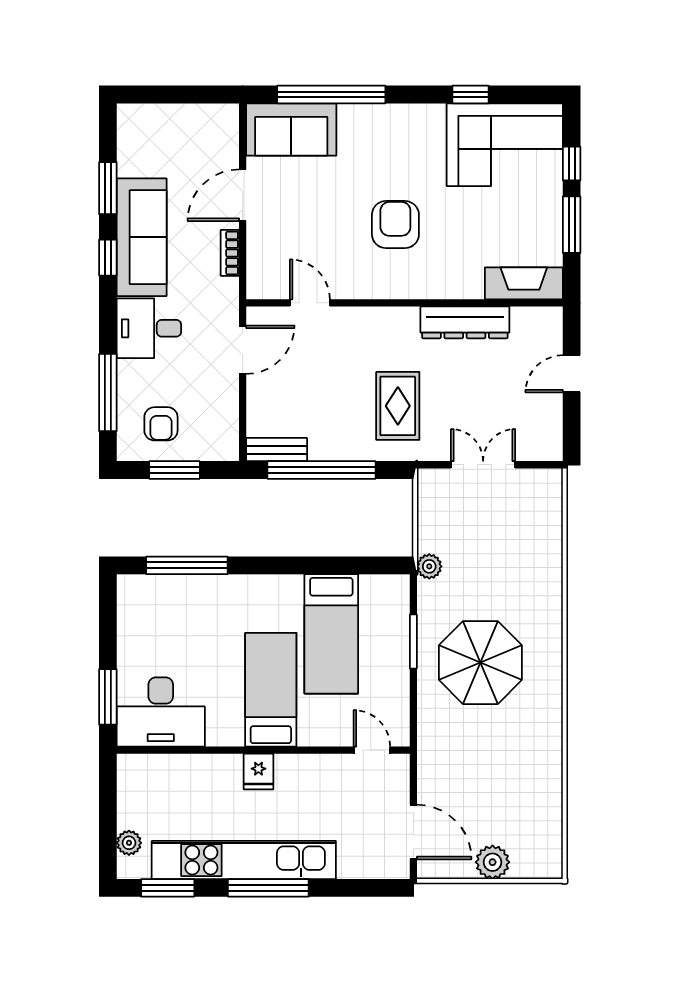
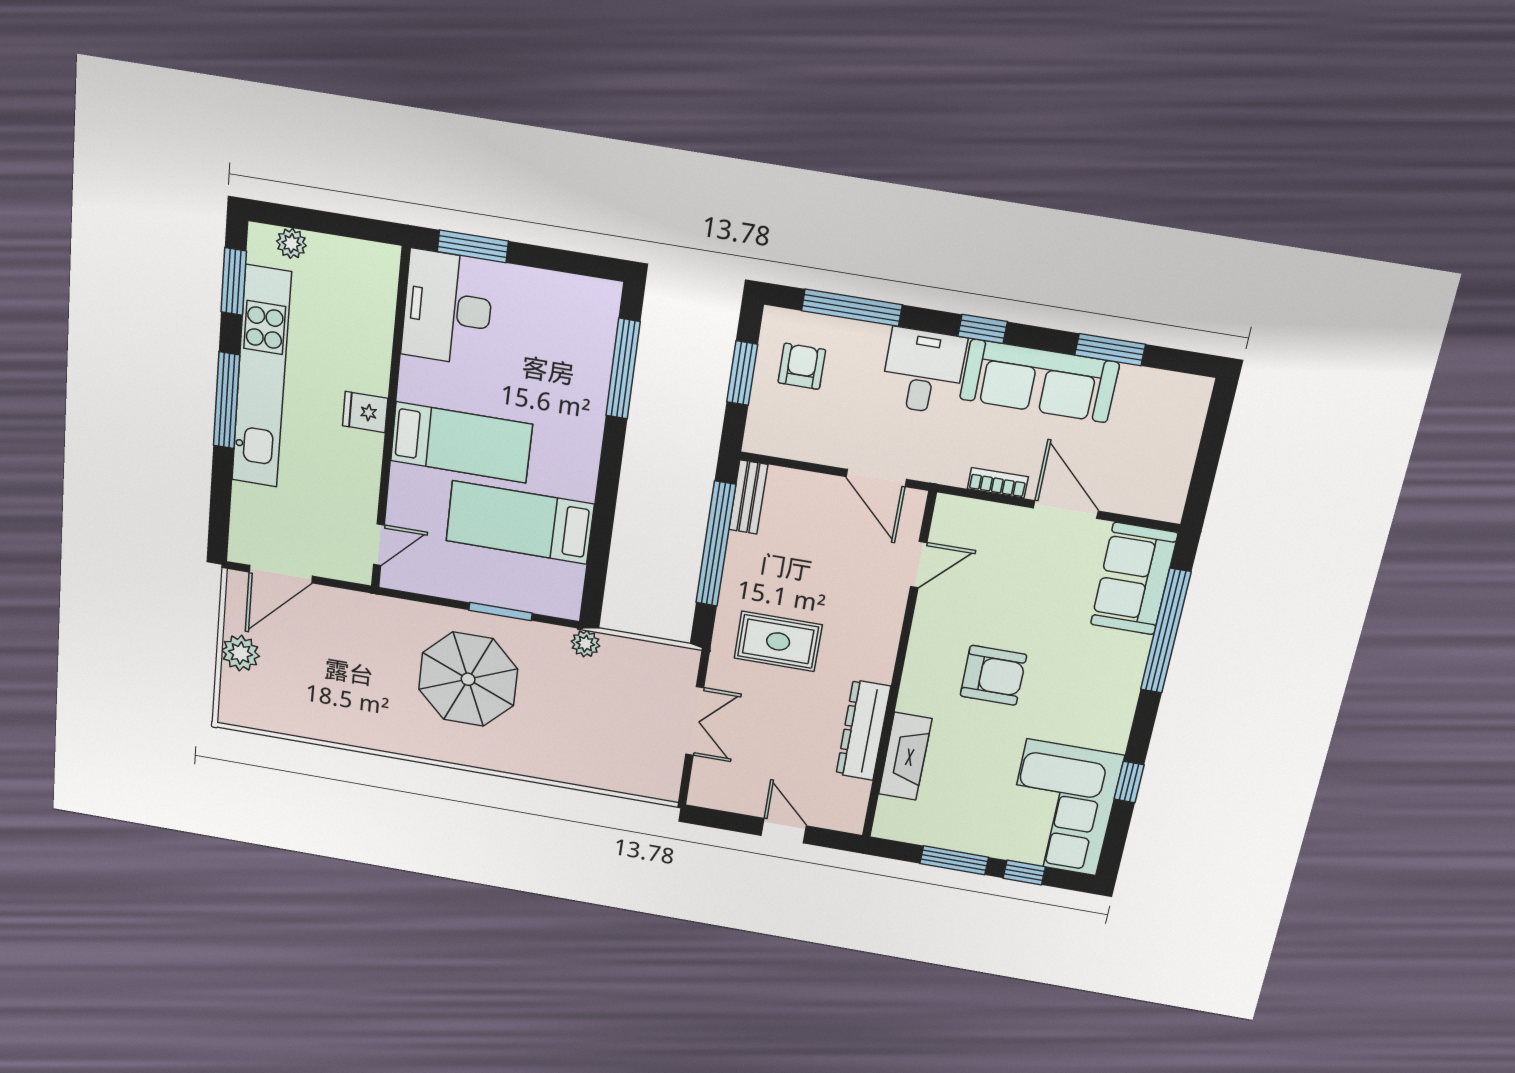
window: (108, 258) -> (983, 329), moved
fireplace: (524, 283) -> (905, 756), moved
armchair: (161, 424) -> (802, 366), turned 90

